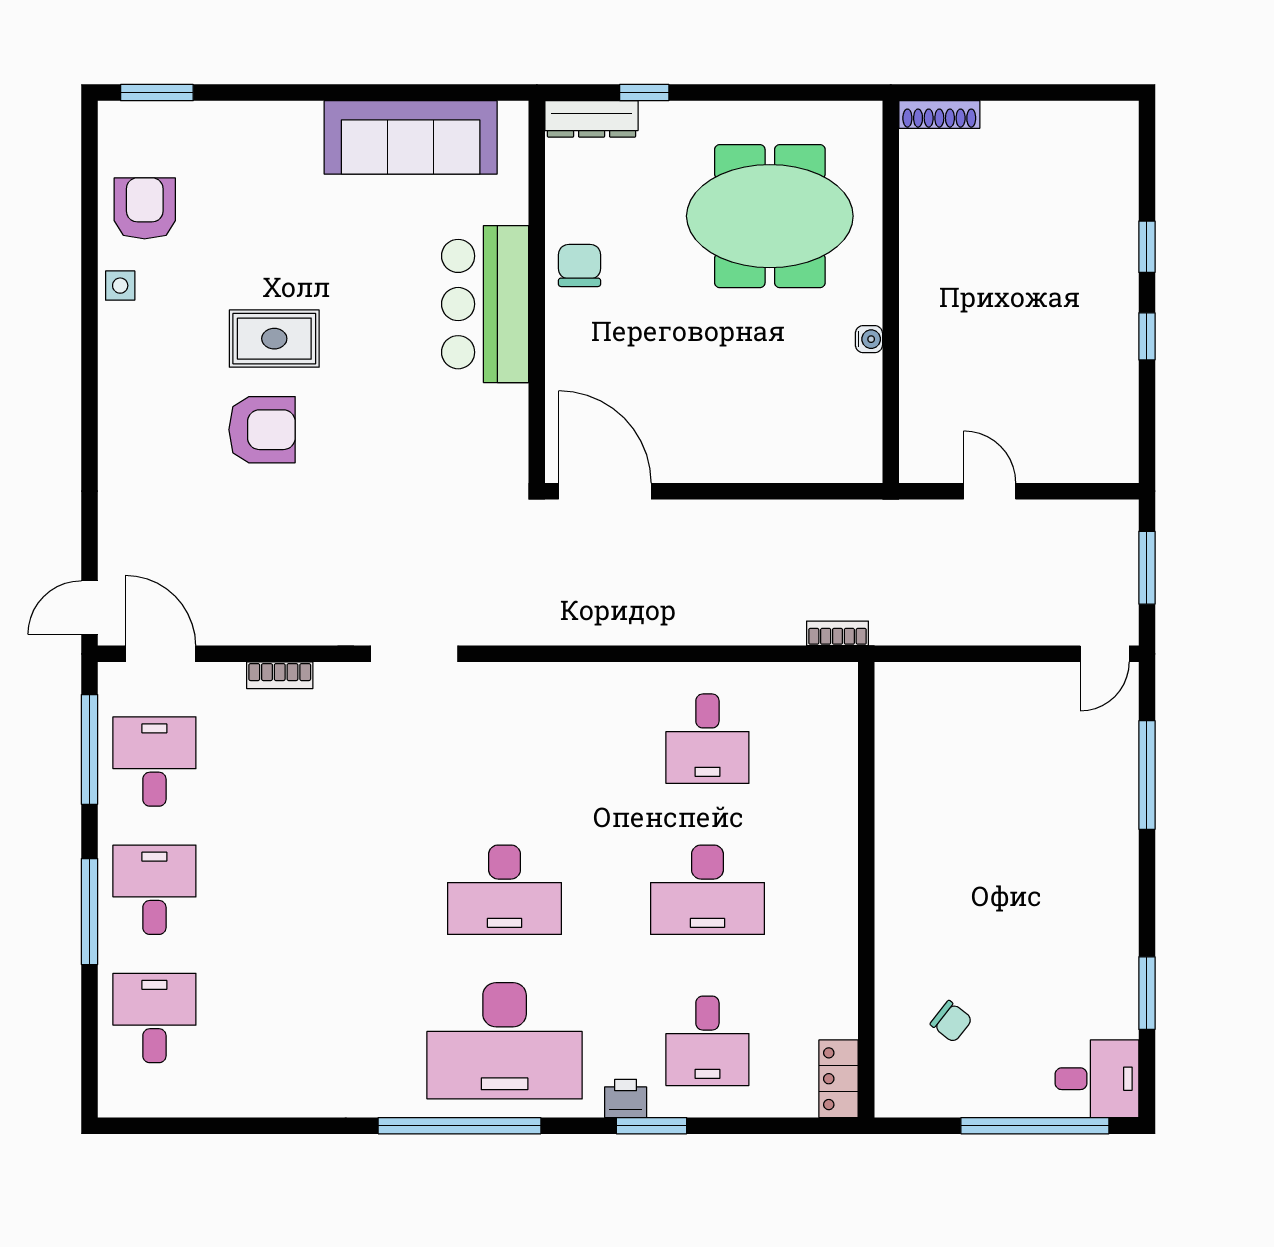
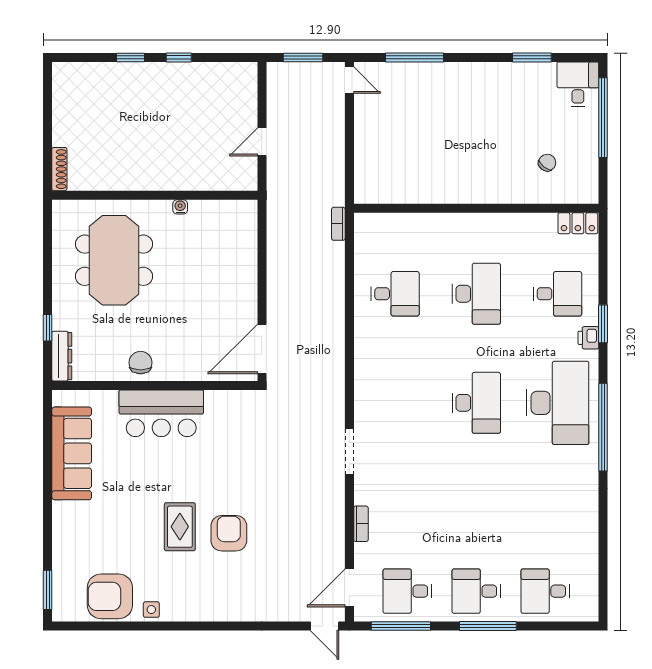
armchair: (145, 208) -> (110, 596), width x1.36, depth x1.36
chair: (579, 265) -> (141, 363), turned 90

